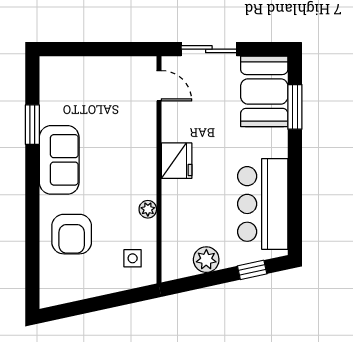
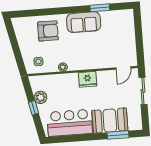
booth: (264, 91) -> (110, 121), moved
armchair: (72, 234) -> (48, 31), turned 180
window: (252, 270) -> (33, 108), moved

